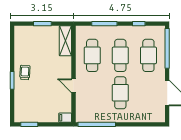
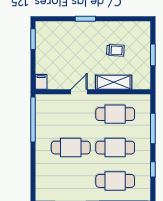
shelving: (65, 41) -> (114, 82), moved
trolley: (25, 73) -> (115, 50), moved

